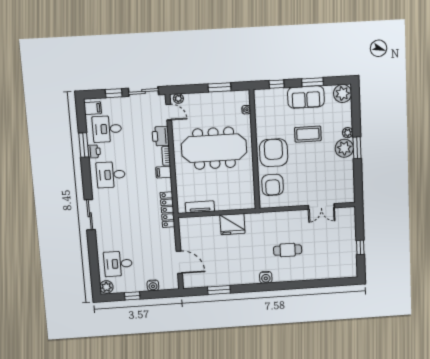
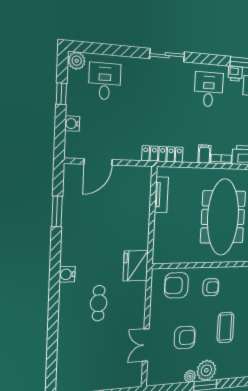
plant: (348, 133) -> (190, 376), moved
armchair: (274, 153) -> (211, 287), width x0.53, depth x0.53
armchair: (316, 172) -> (185, 337), added
fridge: (232, 224) -> (136, 266), moved

